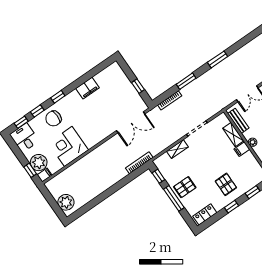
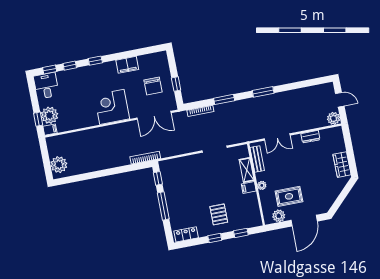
chair: (53, 119) -> (153, 86), moved, turned -90
corner desk: (68, 146) -> (112, 107), moved
shelving: (177, 149) -> (187, 160), removed
pallet: (185, 187) -> (178, 200), removed

